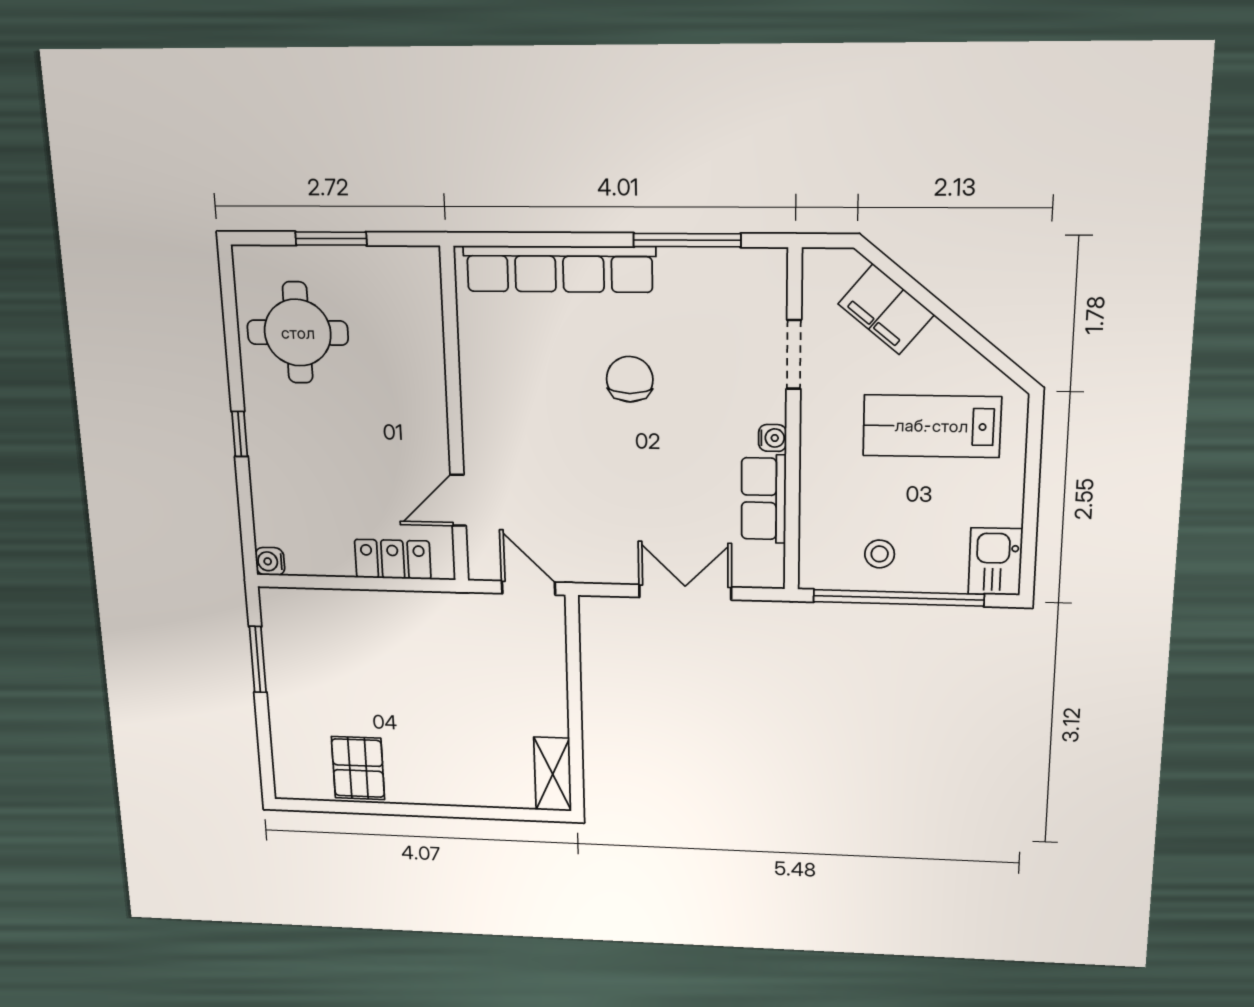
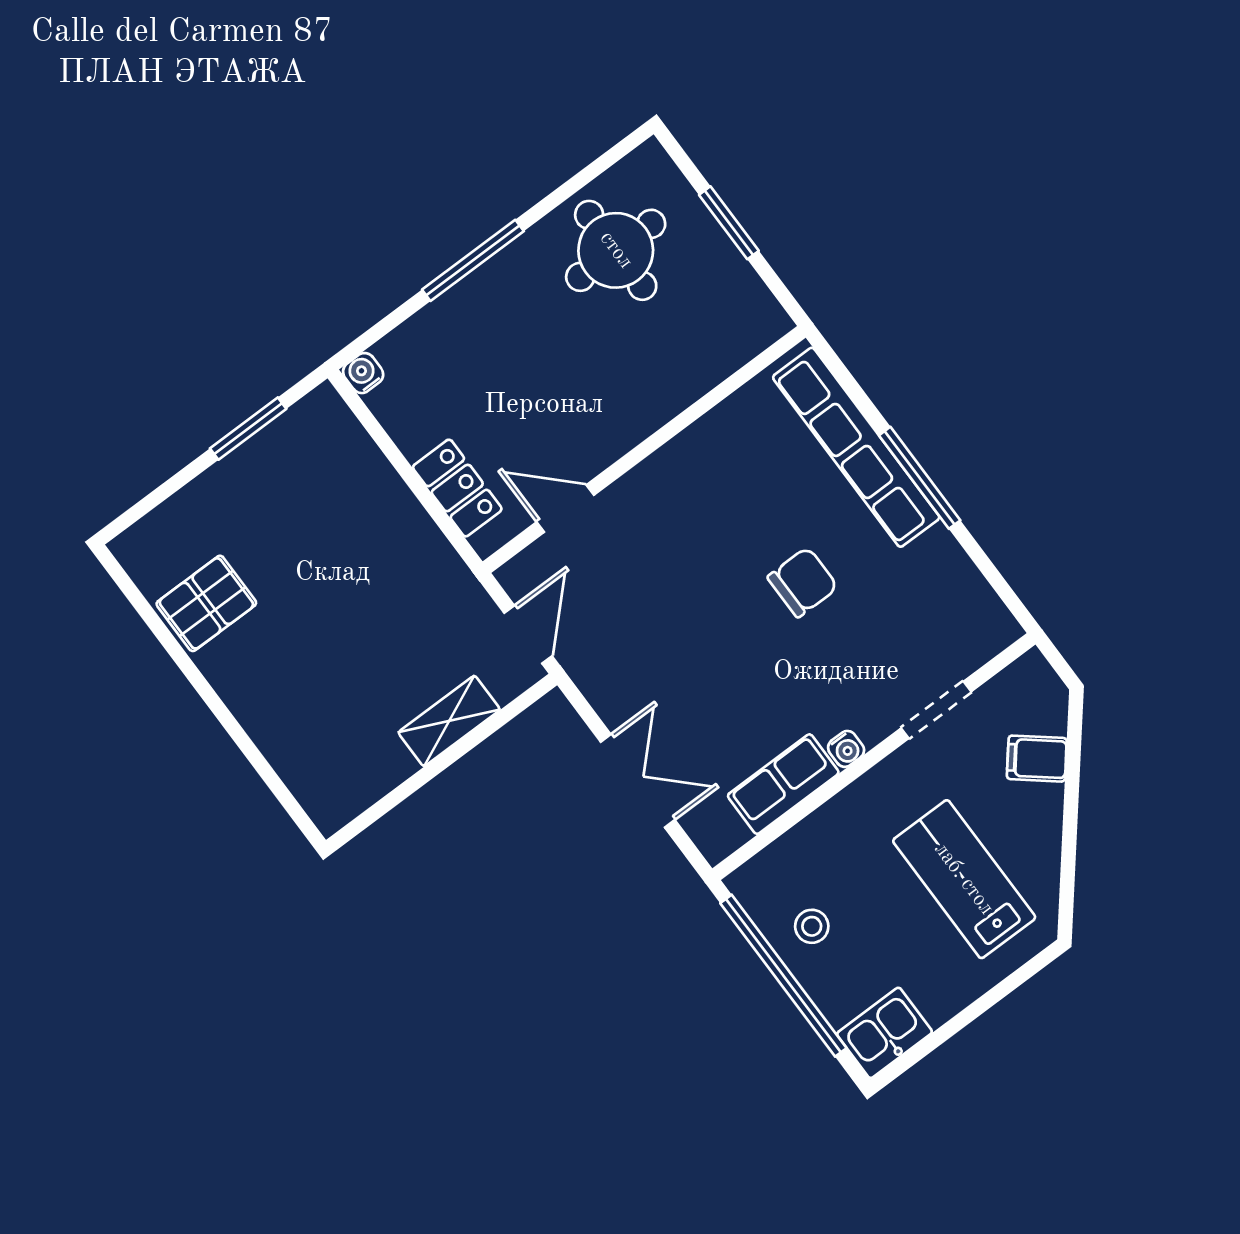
window: (687, 240) -> (920, 478), moved
filing cabinet: (886, 309) -> (1037, 759), width x0.50
window: (240, 434) -> (473, 260), width x2.17
shelving: (553, 774) -> (449, 721), moved

